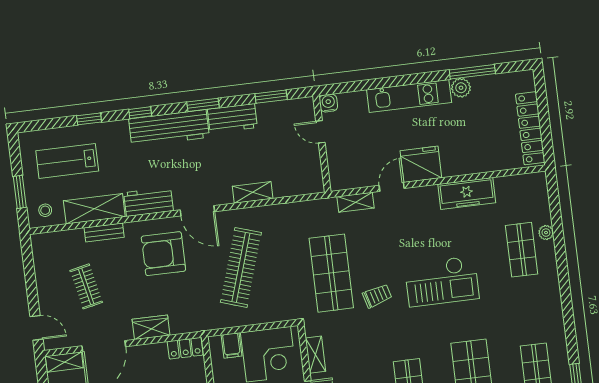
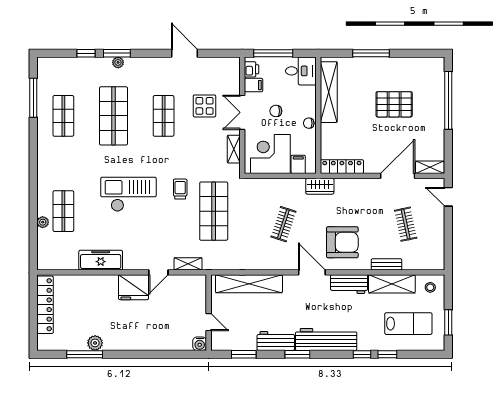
kitchen unit: (409, 96) -> (136, 341), removed
window: (140, 113) -> (362, 354), moved
window: (20, 192) -> (448, 322), moved
shelving: (253, 192) -> (249, 284), width x2.20, depth x1.33
clothes rail: (241, 267) -> (283, 224), width x0.54, depth x0.76
trolley: (377, 296) -> (180, 189), turned 106
wardrobe: (151, 327) -> (320, 186), moved
locker: (185, 348) -> (342, 167), width x1.53

